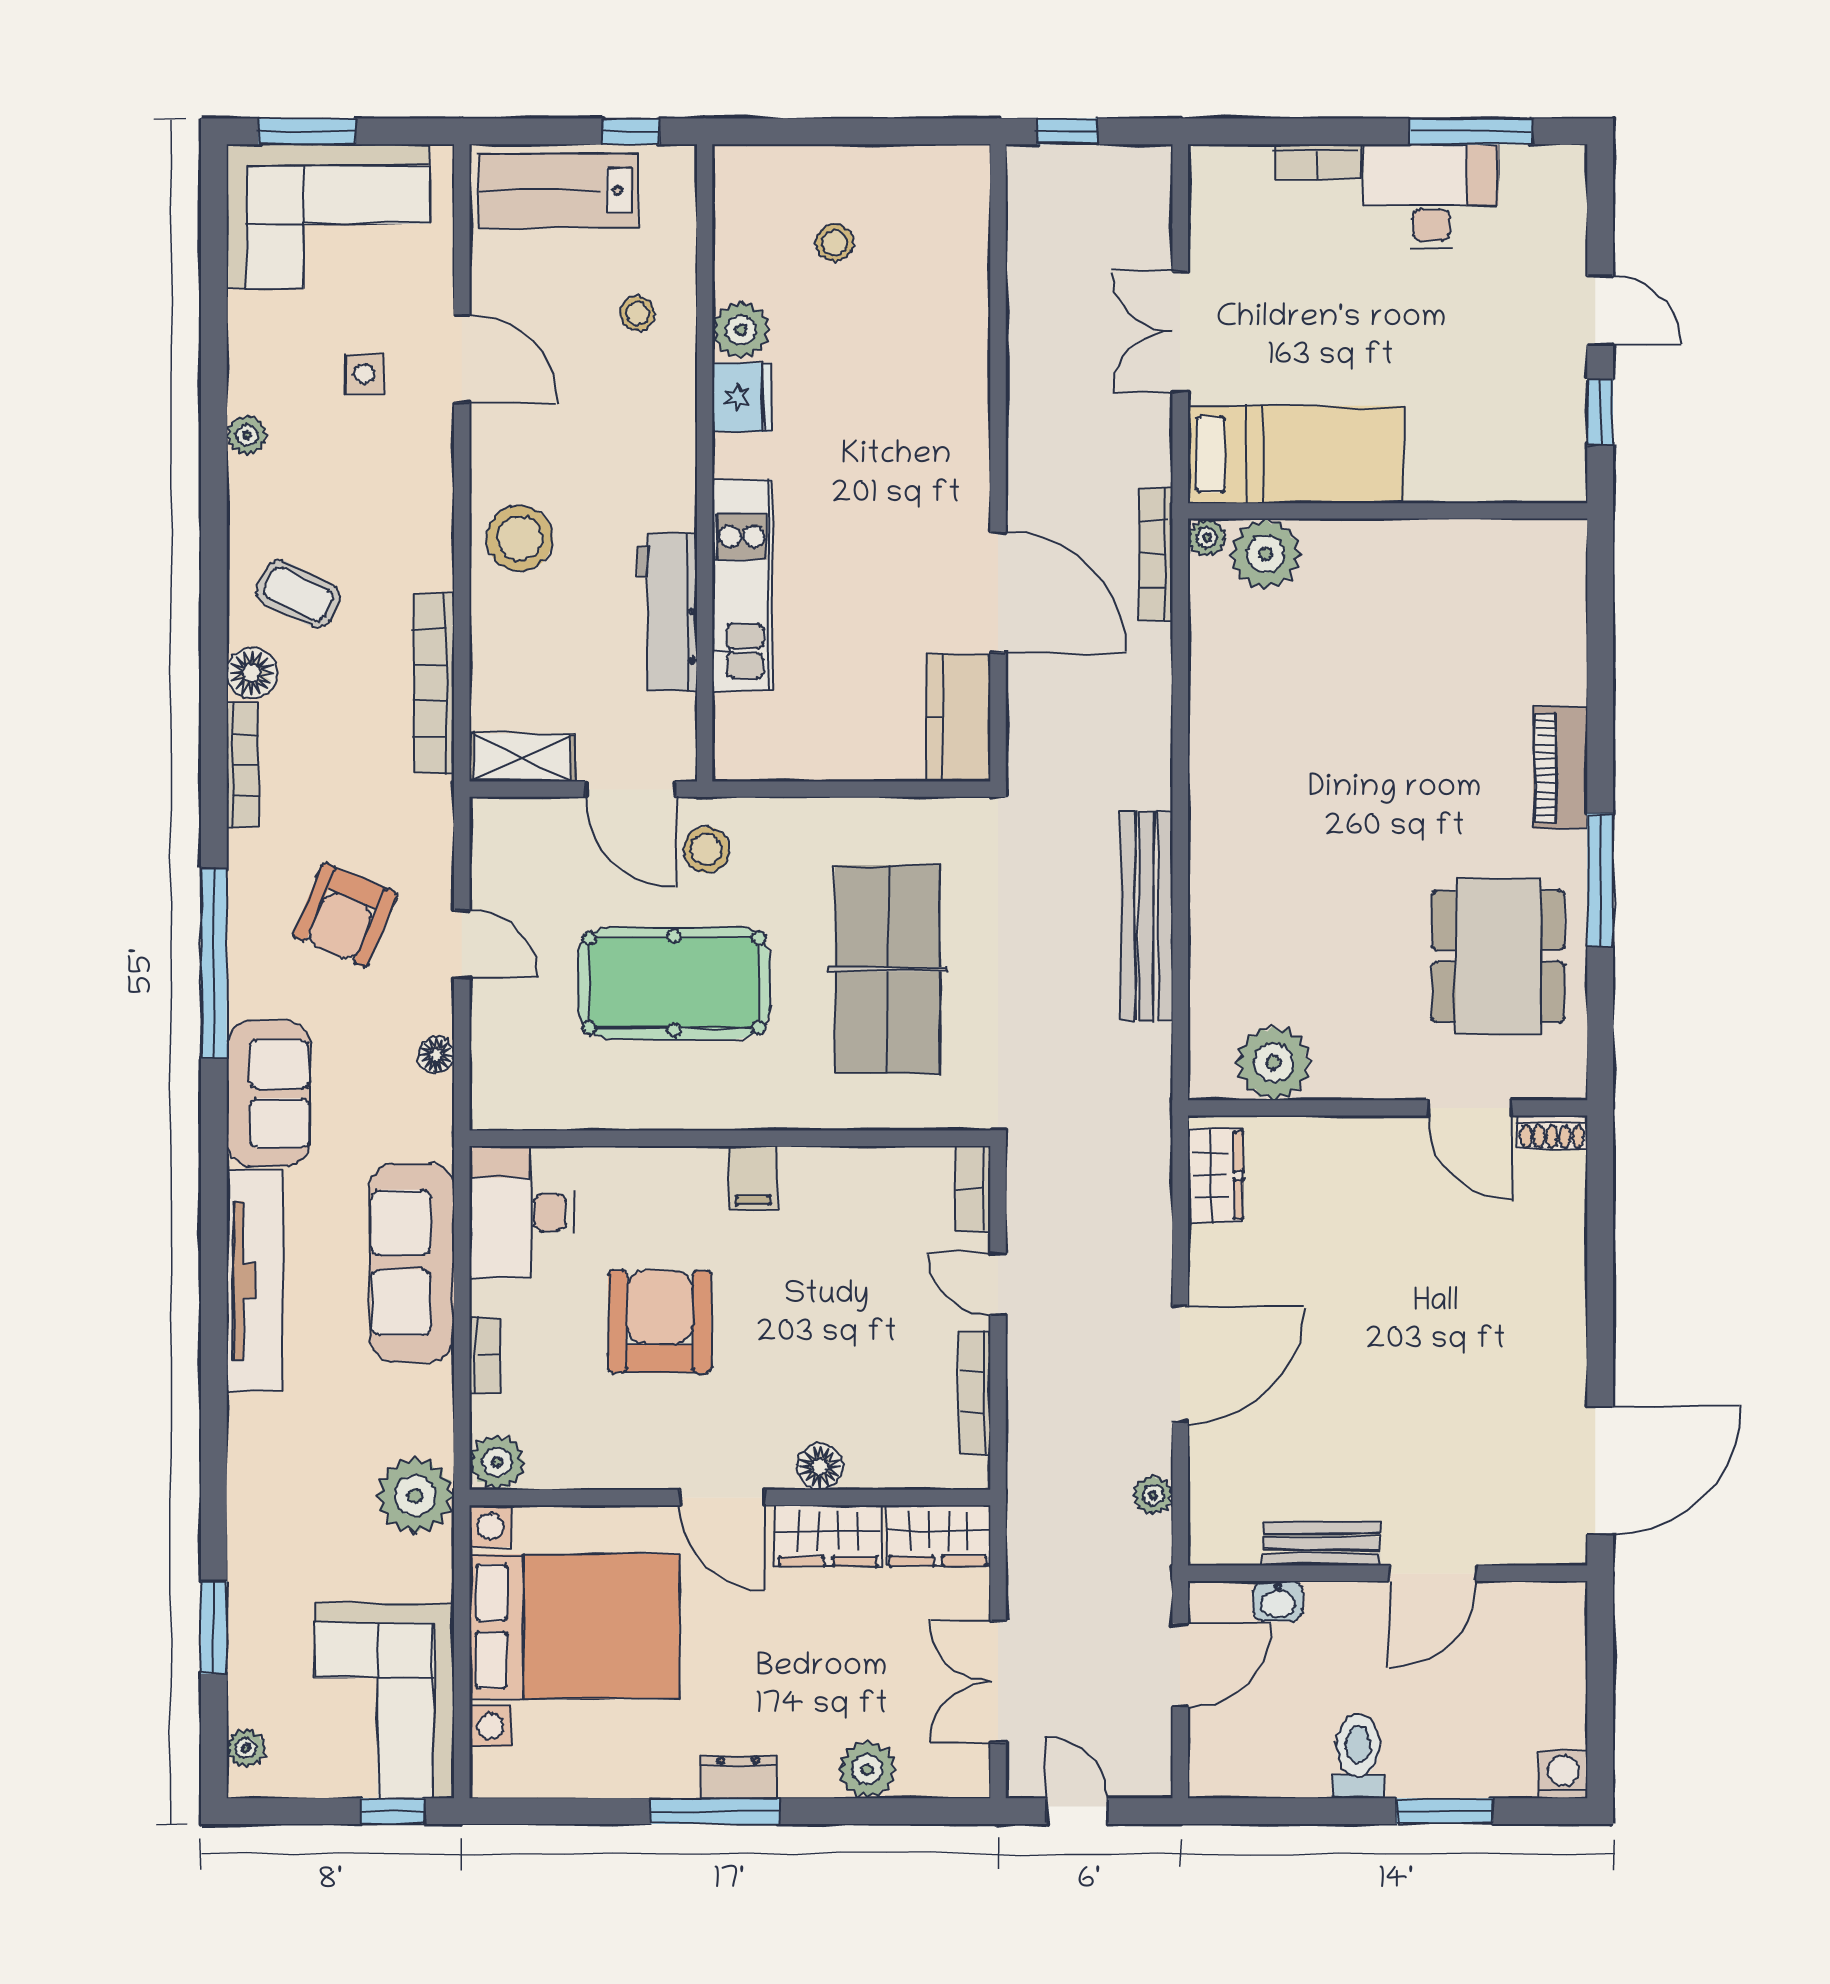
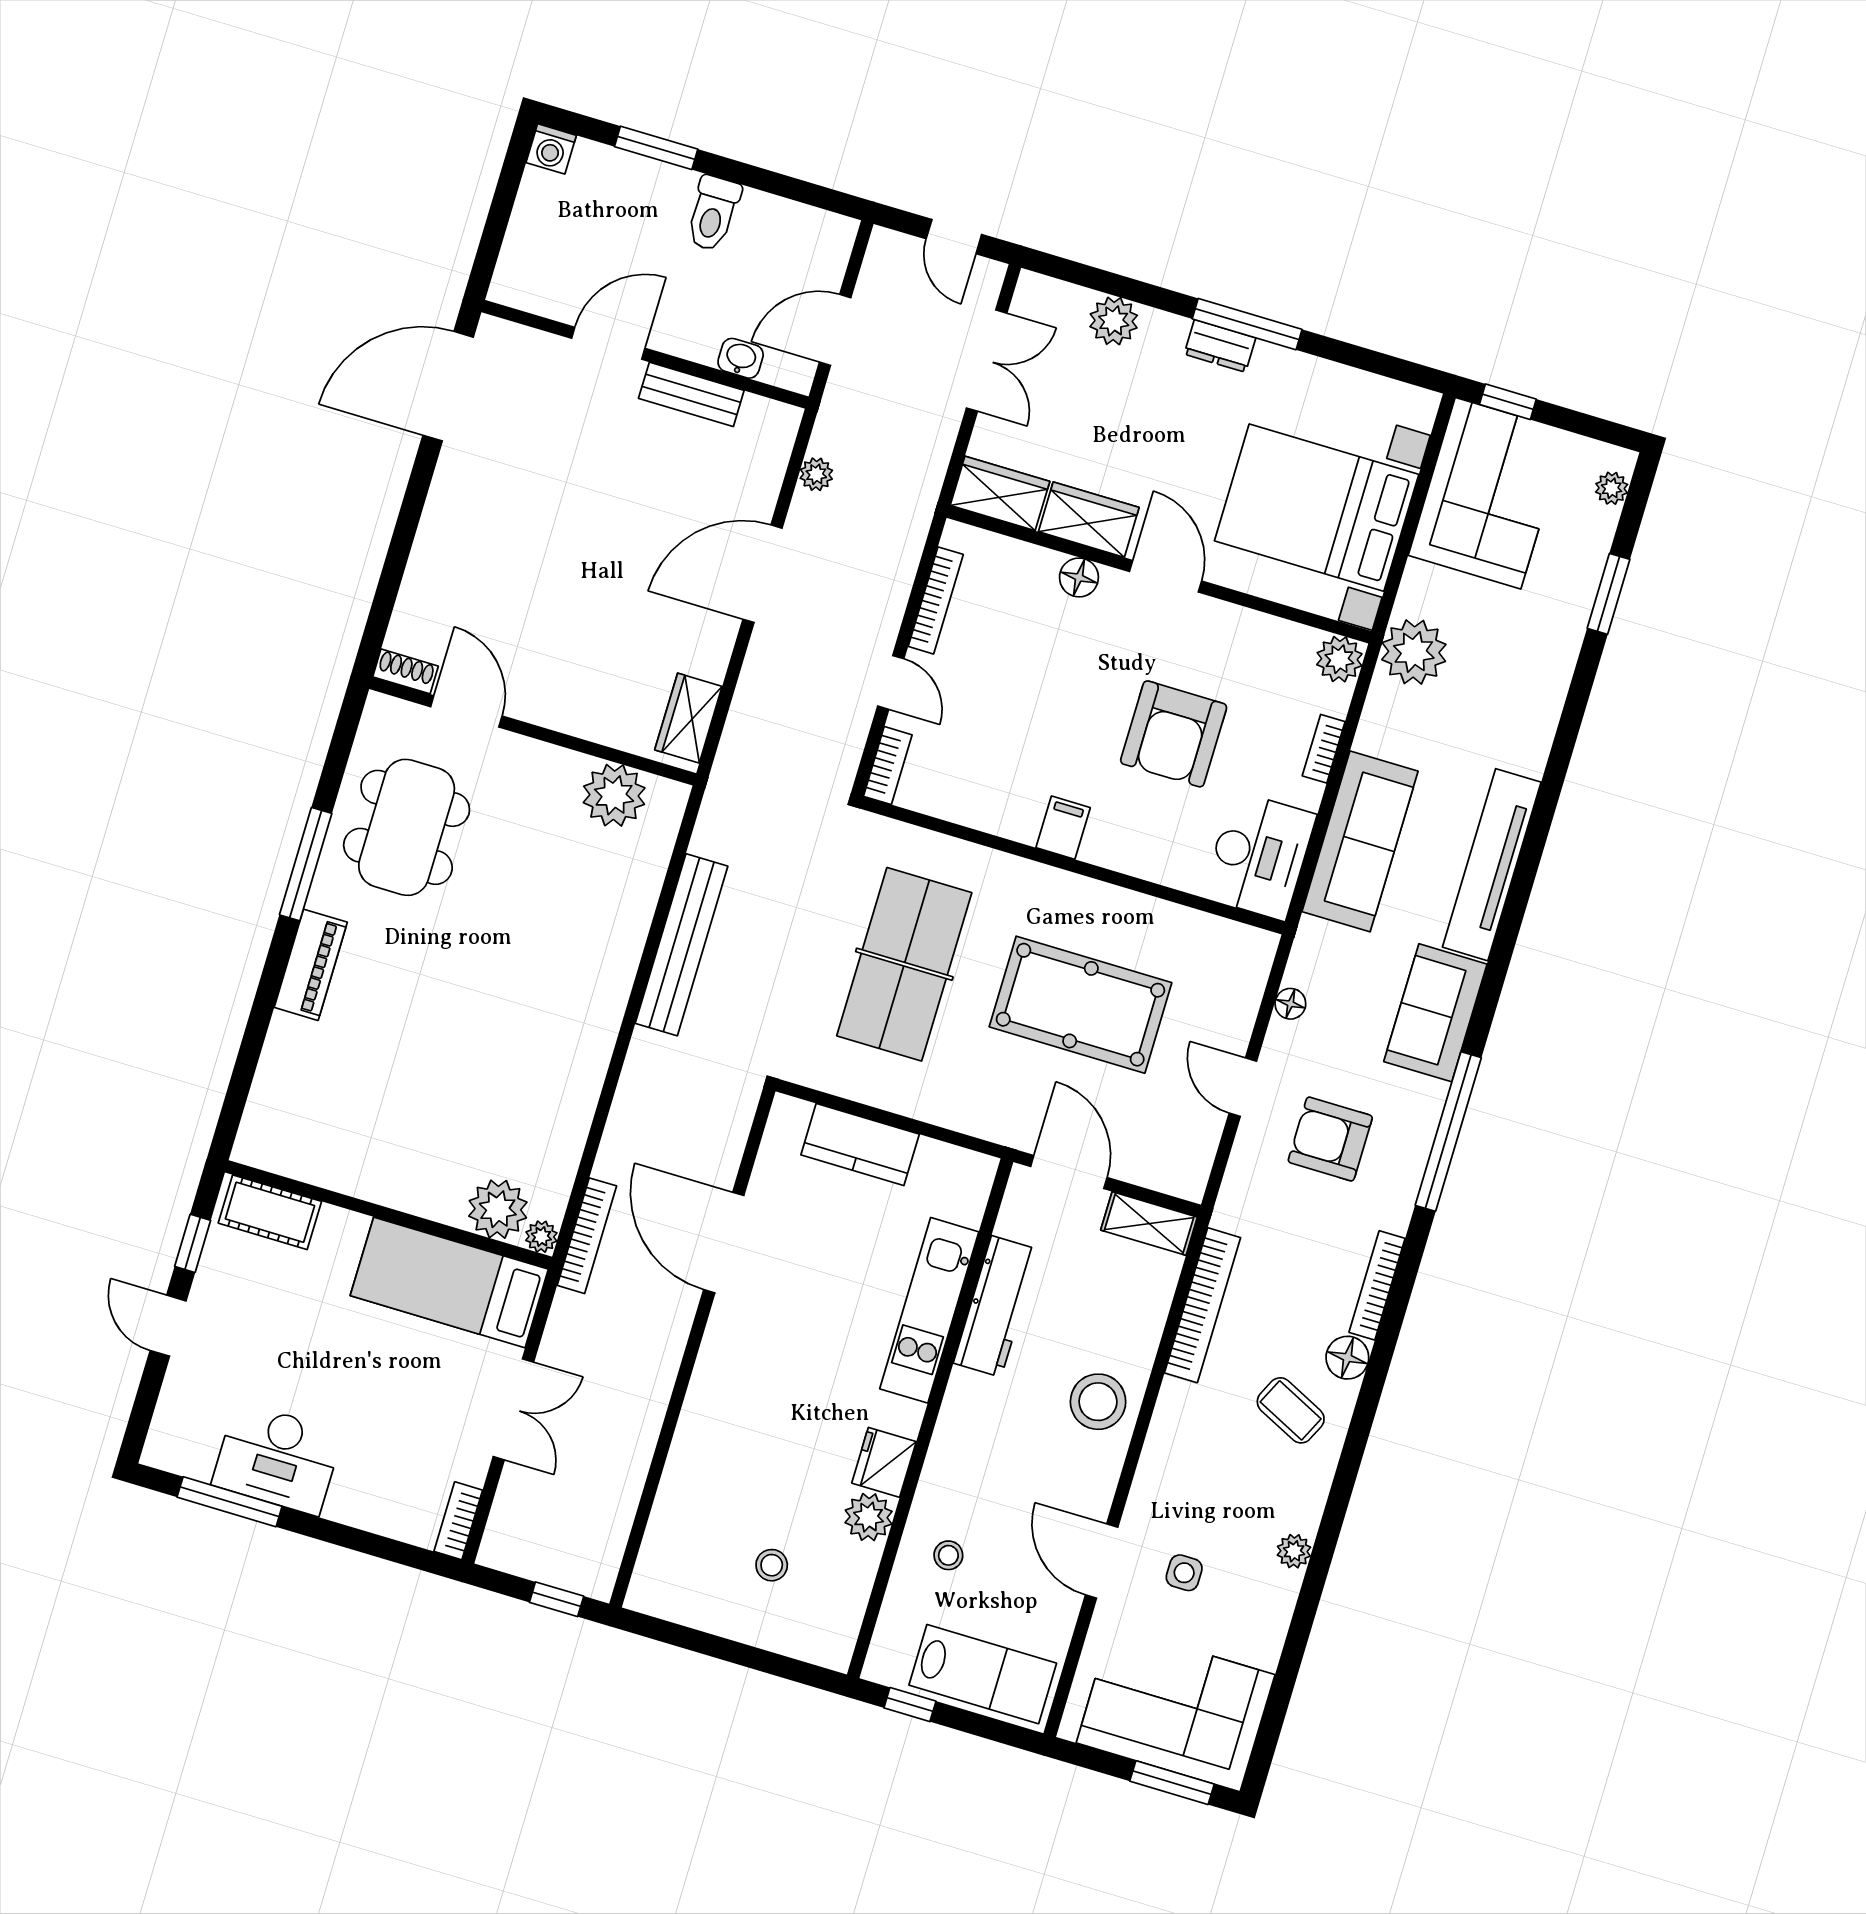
bookcase: (1317, 161) -> (458, 1521), moved, turned -90
cot: (1523, 473) -> (270, 1212), added
kitchen counter: (959, 718) -> (860, 1145), moved, turned 90
stool: (706, 850) -> (1022, 1105), removed
armchair: (345, 915) -> (1330, 1139), turned -113

